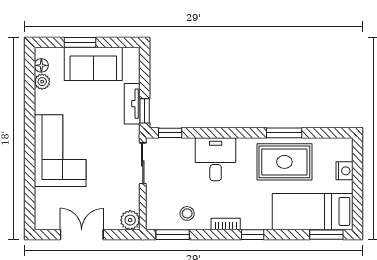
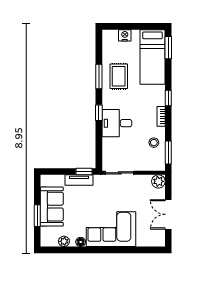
floor lamp: (41, 65) -> (81, 242), moved
window: (170, 133) -> (99, 113), moved
rug: (284, 162) -> (119, 76), width x0.73, depth x0.70

